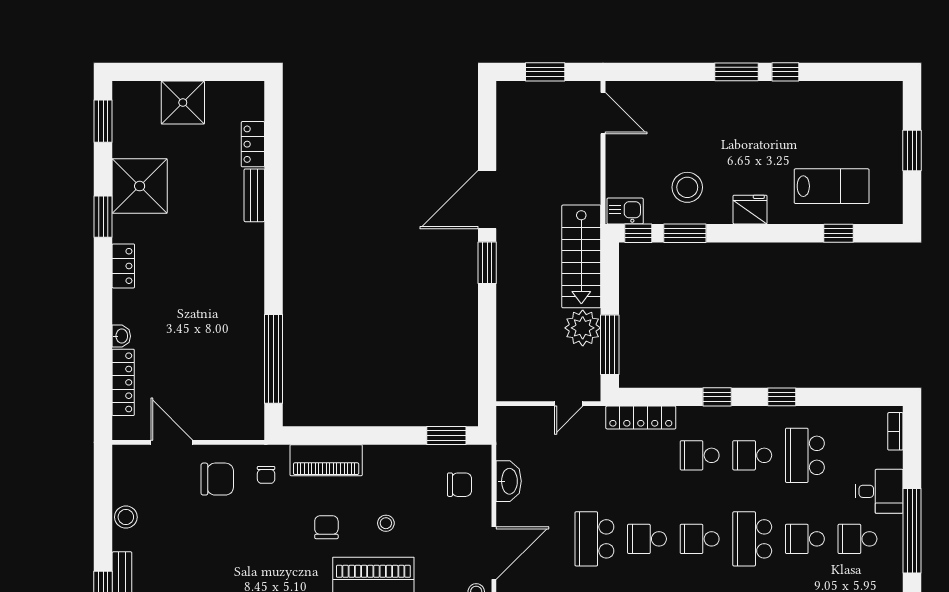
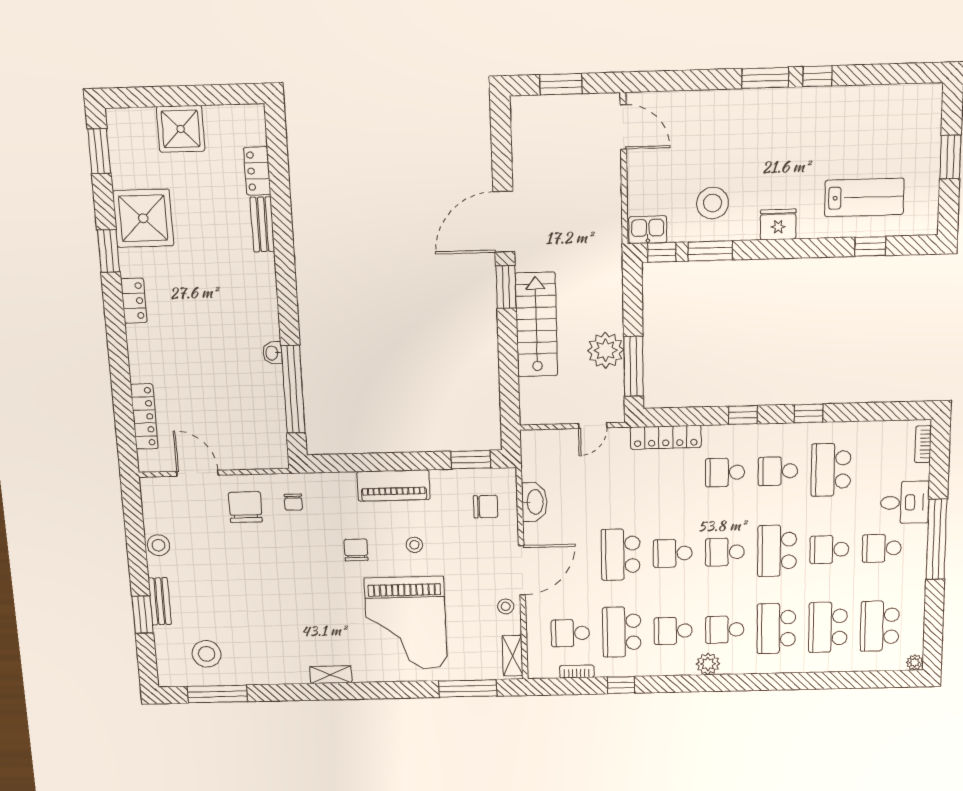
stairs: (581, 256) -> (536, 325), moved, turned 180
washbasin: (121, 336) -> (272, 353), moved, turned 180
piano: (326, 460) -> (394, 486), moved
chair: (217, 479) -> (245, 507), turned -90

